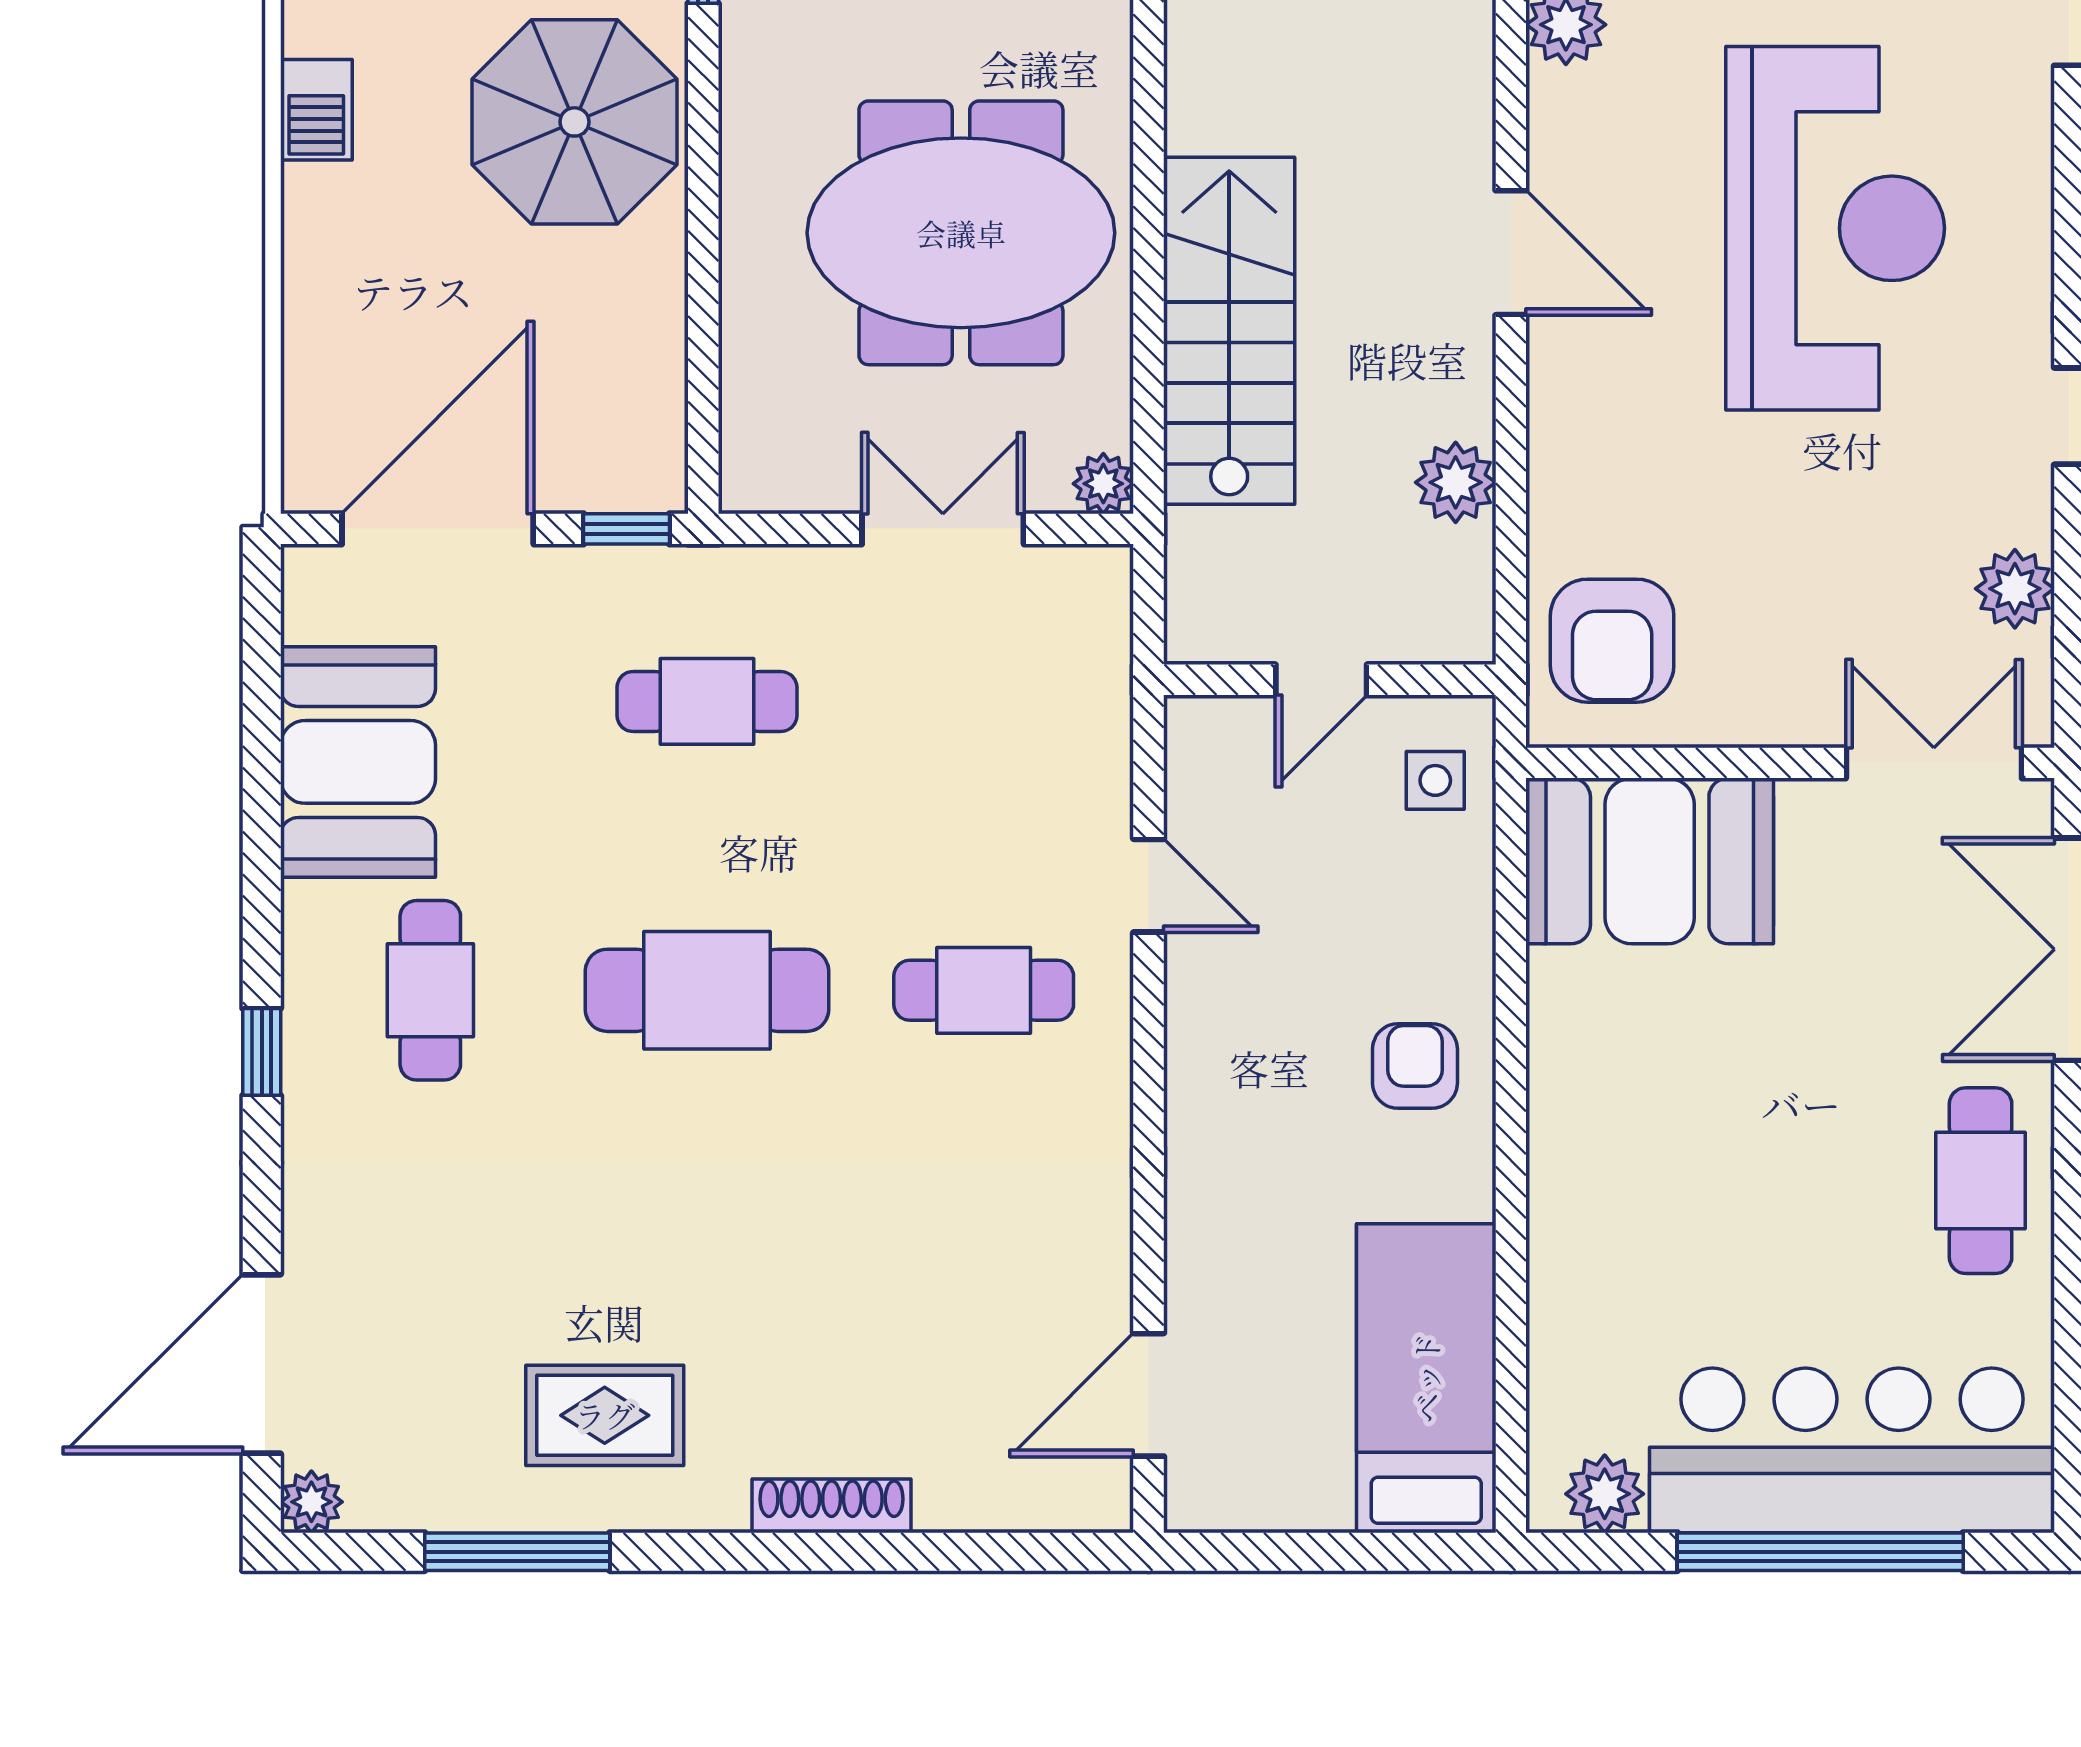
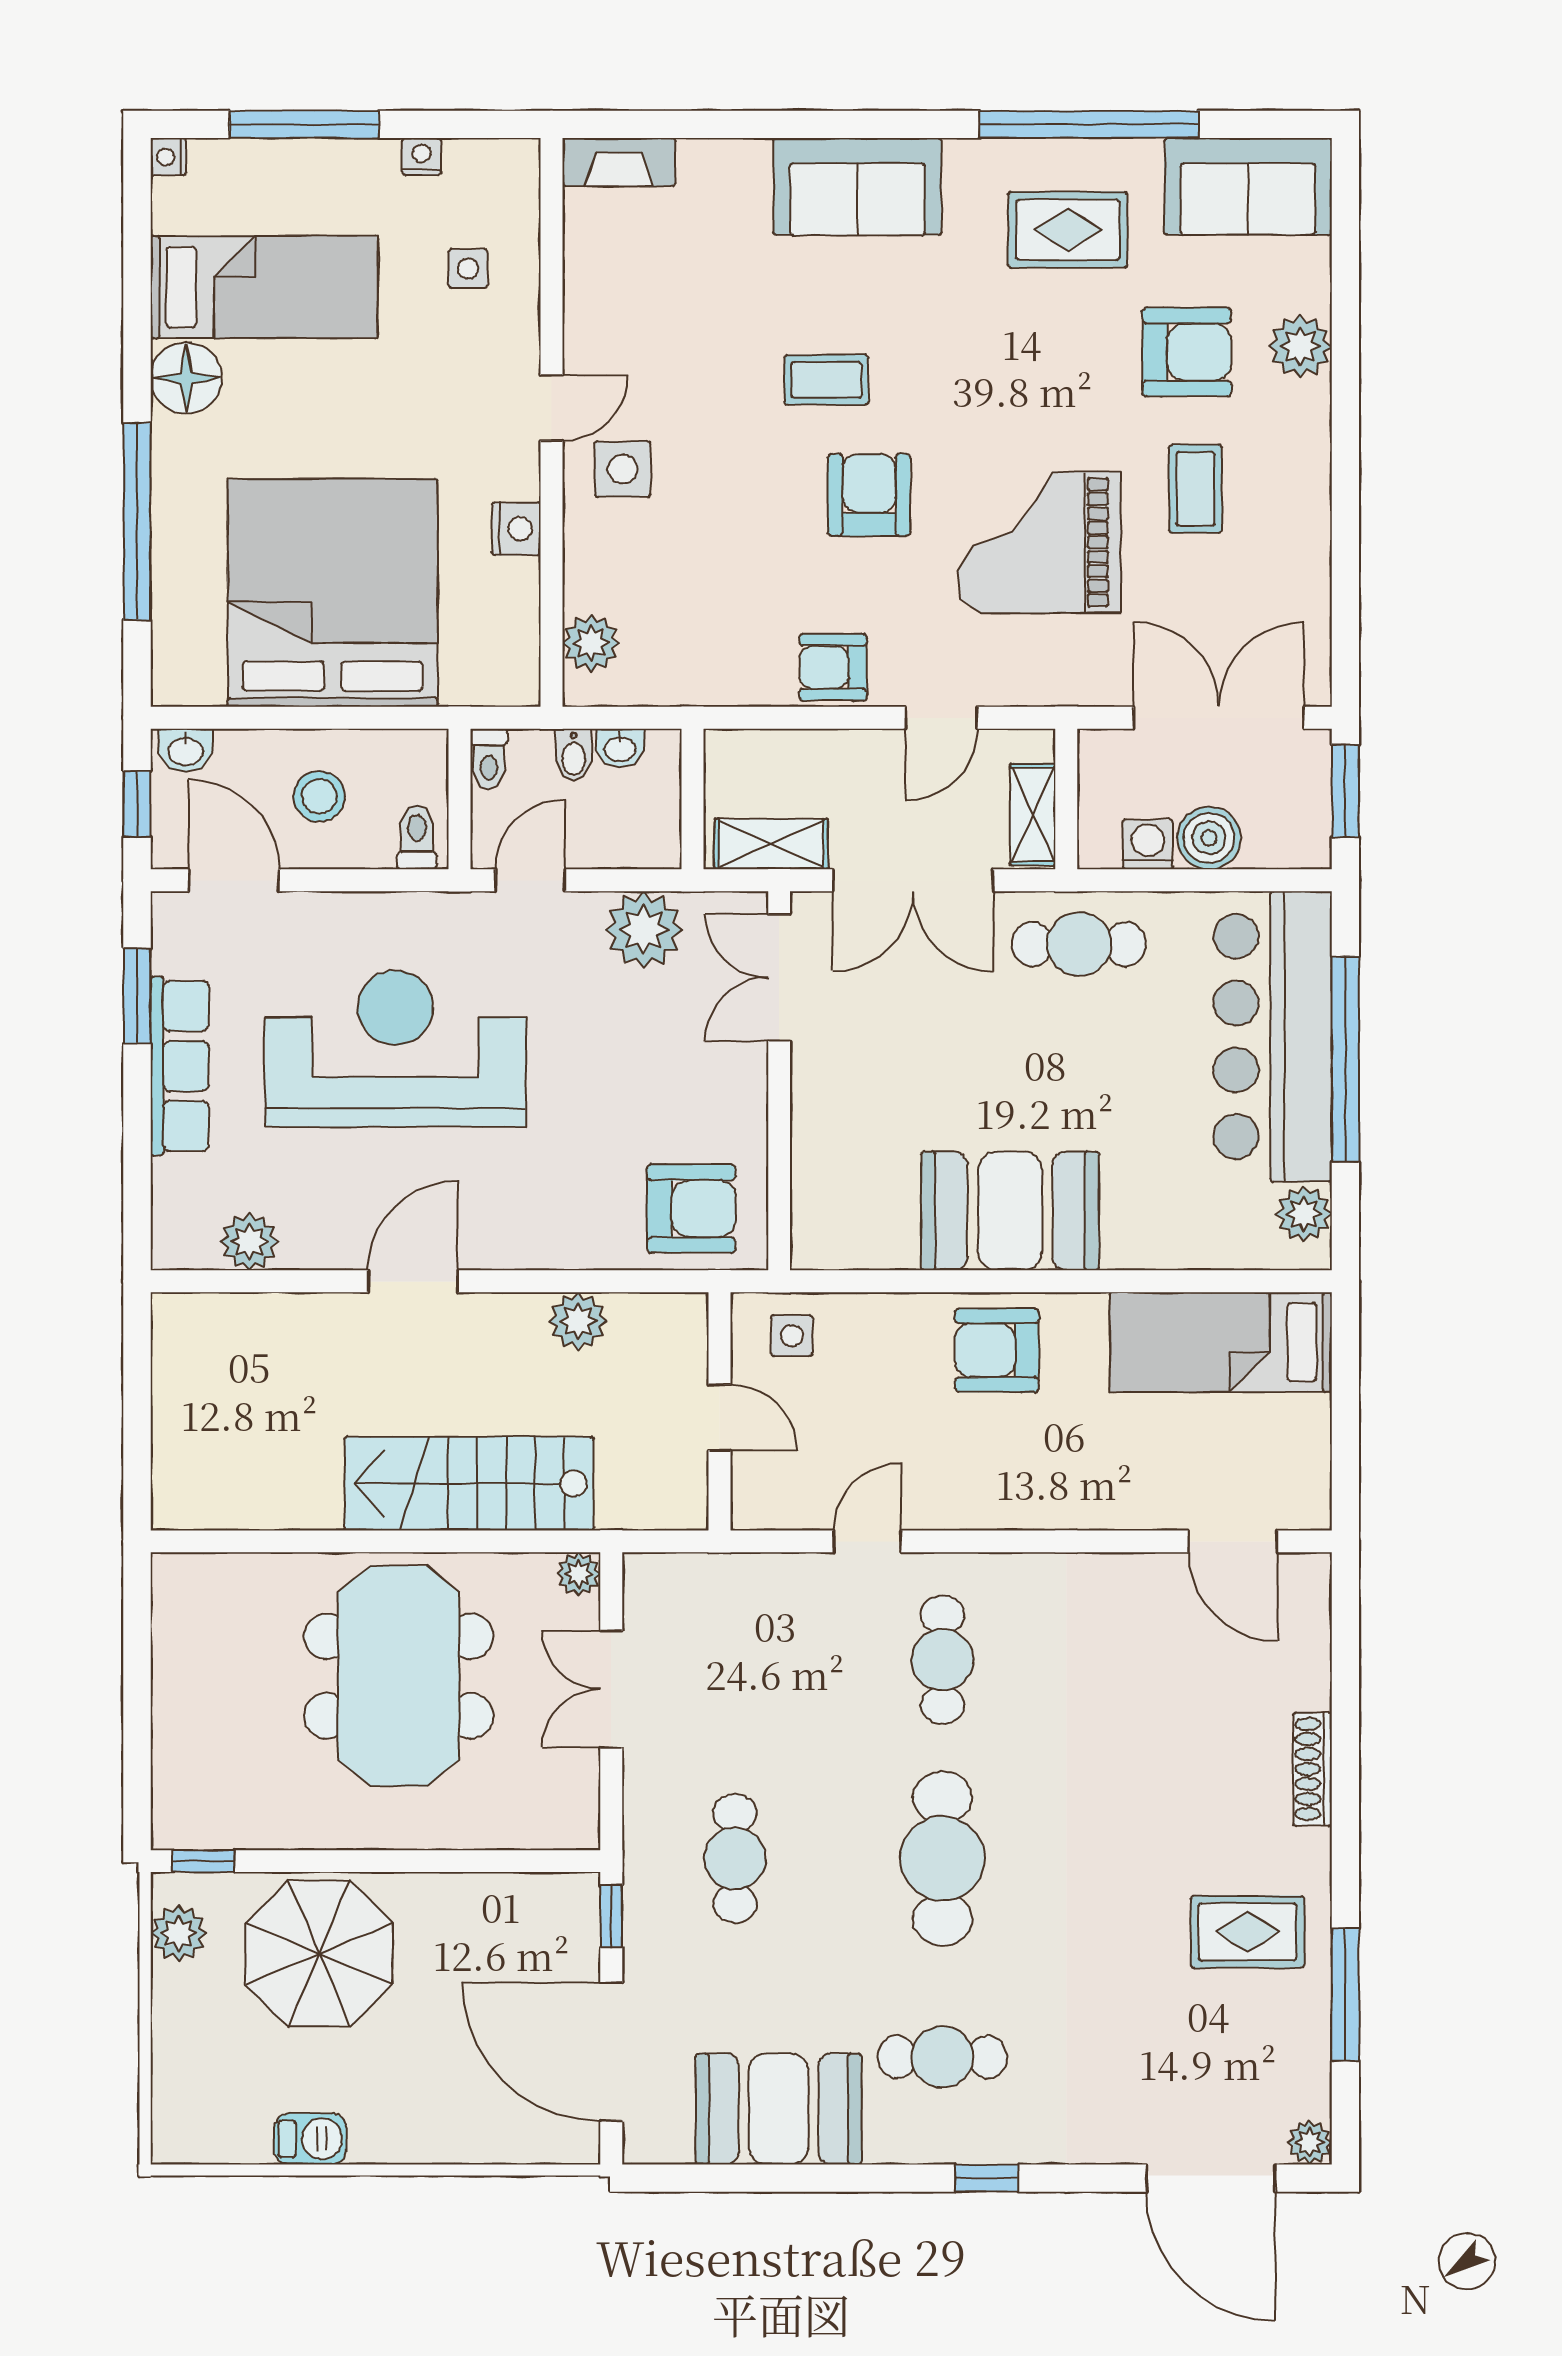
plant: (2015, 589) -> (644, 930), width x1.36, depth x1.36
booth: (1650, 861) -> (1010, 1211), moved, turned 90
armchair: (1415, 1066) -> (997, 1350), width x1.38, depth x1.38
rug: (605, 1415) -> (1248, 1932), turned 90

